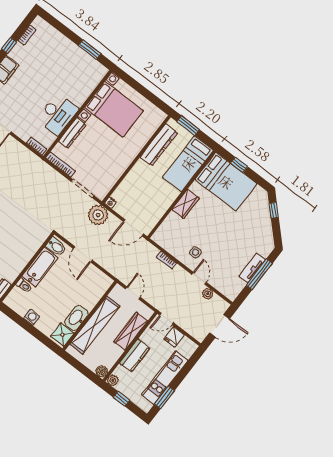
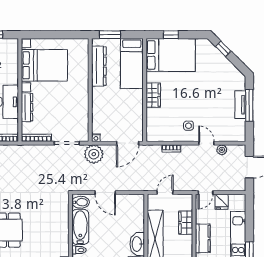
door: (133, 293) -> (165, 193), hinge flipped
wardrobe: (131, 331) -> (186, 223), width x0.67

